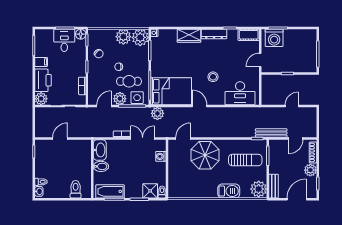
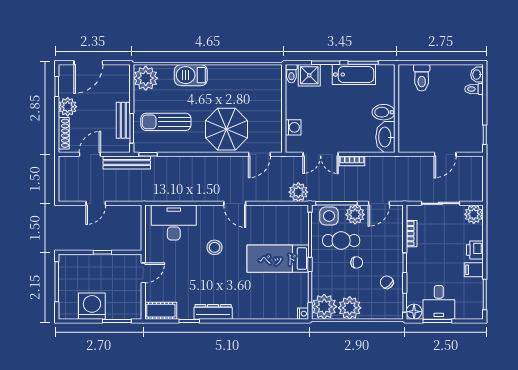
wardrobe: (189, 36) -> (251, 309), removed
washing machine: (274, 38) -> (92, 306), moved
printer: (43, 80) -> (475, 250), width x0.53, depth x0.68
bed: (171, 91) -> (278, 259), moved, width x0.67
bench: (273, 186) -> (123, 120), moved
bathtub: (110, 191) -> (354, 75), moved

